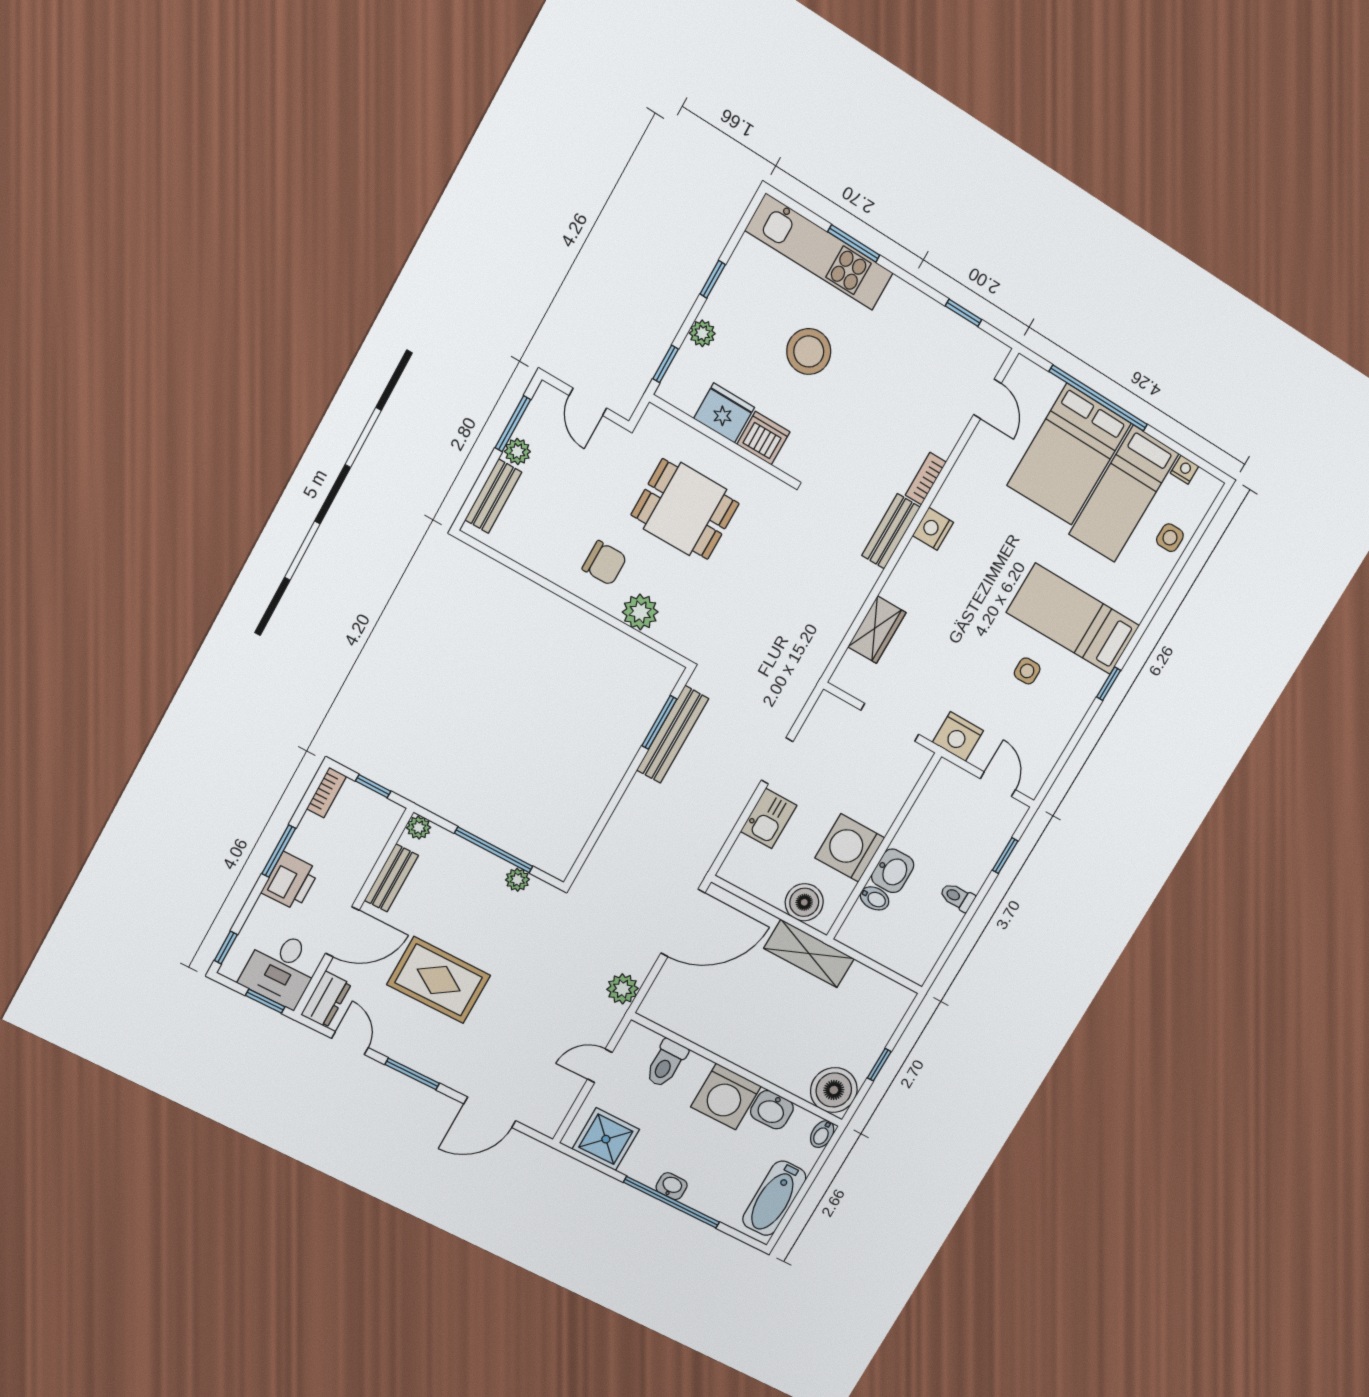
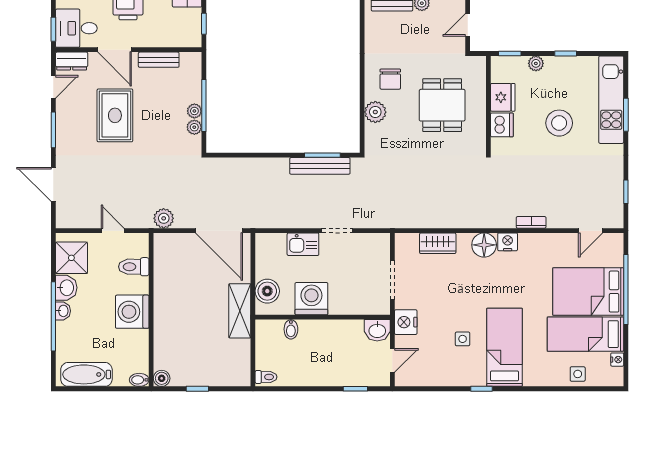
bench: (891, 531) -> (493, 220), removed
floor lamp: (918, 565) -> (484, 245), added
plant: (419, 828) -> (194, 111), moved
washbasin: (893, 871) -> (377, 330), moved
toilet: (957, 897) -> (266, 377), moved, turned 90
boiler: (834, 1090) -> (162, 378), width x0.54, depth x0.54
washbasin: (772, 1110) -> (66, 288), moved, turned 180

